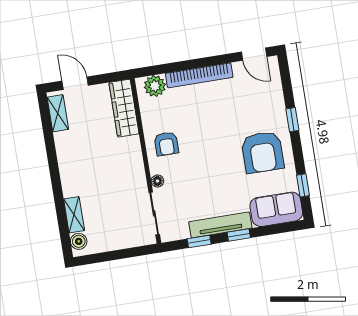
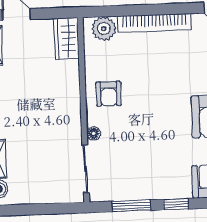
wardrobe: (124, 108) -> (66, 38), width x0.67
tv unit: (220, 225) -> (157, 190), removed
window: (199, 241) -> (131, 206), width x1.50

